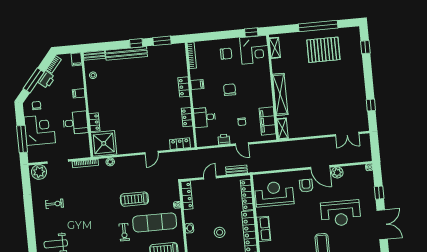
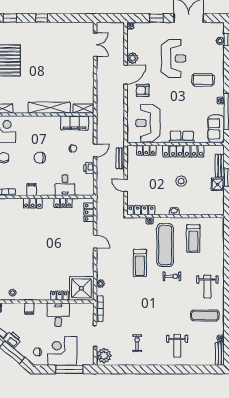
window: (371, 105) -> (42, 18), moved
locker: (247, 195) -> (146, 150), width x0.66

